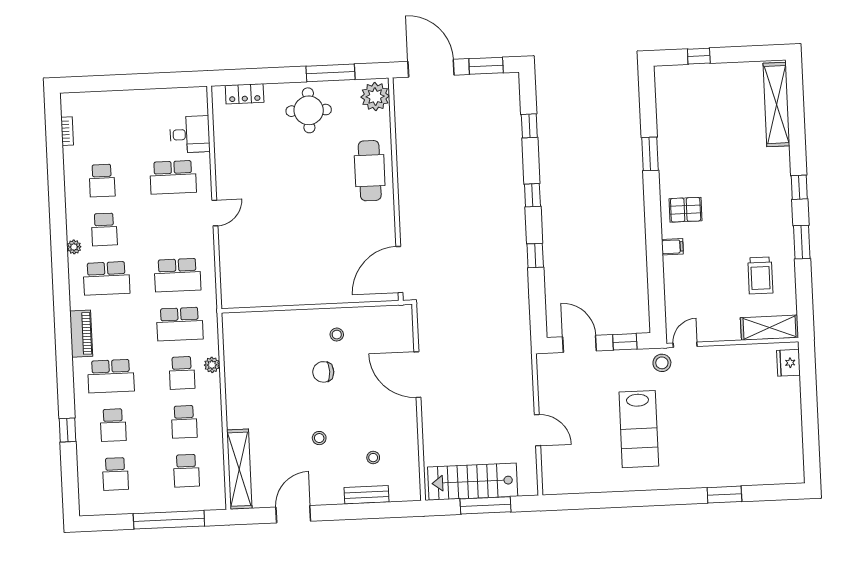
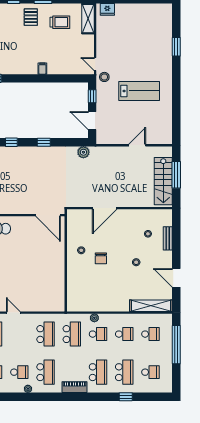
pallet: (686, 210) -> (31, 17), moved
plant: (520, 330) -> (83, 152), added
door: (580, 344) -> (92, 121), hinge flipped
school desk: (113, 425) -> (124, 372), width x1.85

